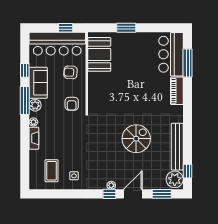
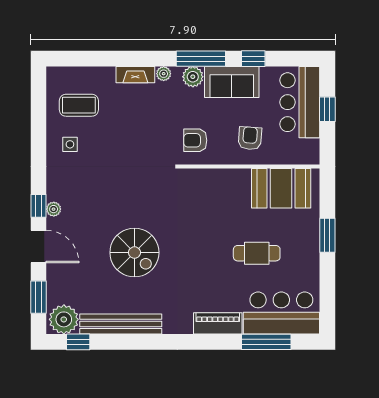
window: (66, 28) -> (327, 109), moved
bar counter: (57, 44) -> (300, 102), width x0.73
cafe table: (137, 68) -> (257, 253), added

